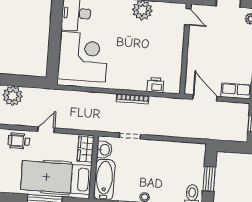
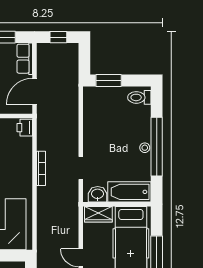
printer: (155, 85) -> (25, 128), moved
window: (209, 179) -> (109, 80), moved

